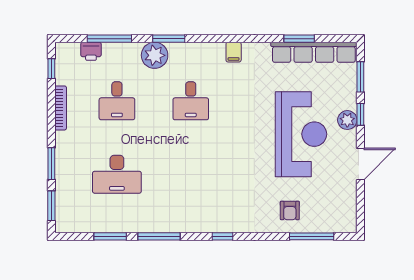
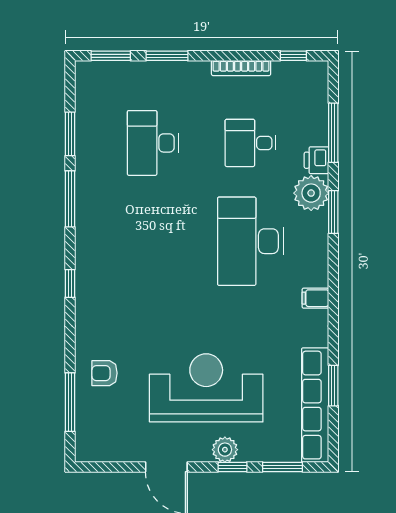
printer: (91, 51) -> (316, 160), moved
desk: (191, 101) -> (251, 241), width x1.87, depth x1.30
reception desk: (301, 134) -> (206, 388), turned 180

